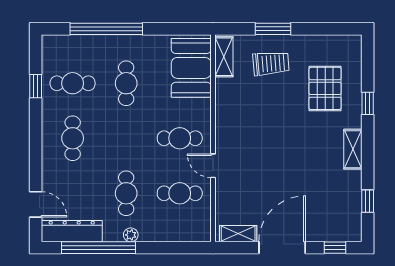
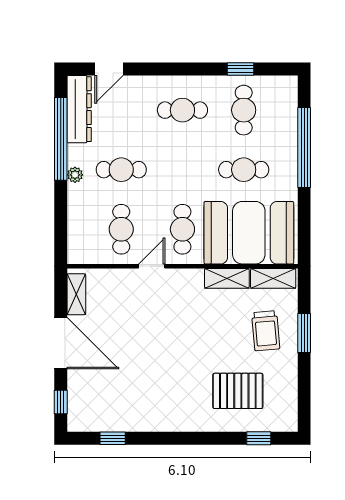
booth: (191, 68) -> (249, 233), width x1.36, depth x1.42
window: (368, 103) -> (259, 438), moved
shelving: (353, 149) -> (227, 278), moved

